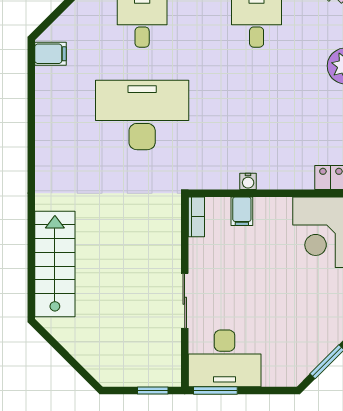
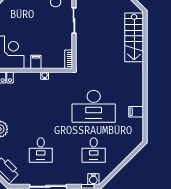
filing cabinet: (50, 54) -> (136, 112), moved
filing cabinet: (242, 211) -> (36, 62), moved

